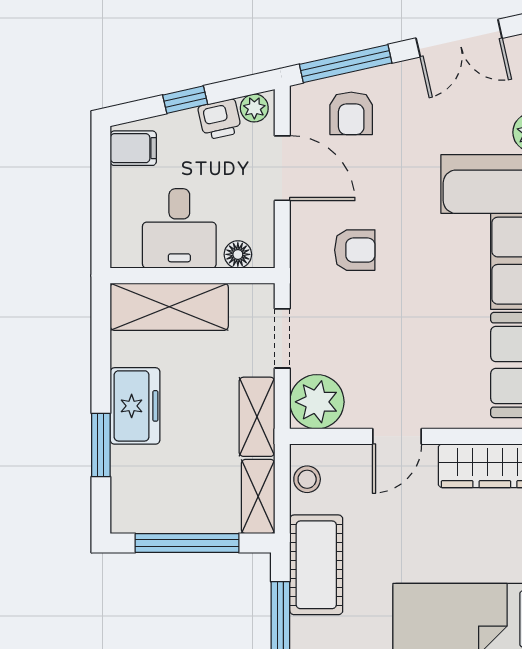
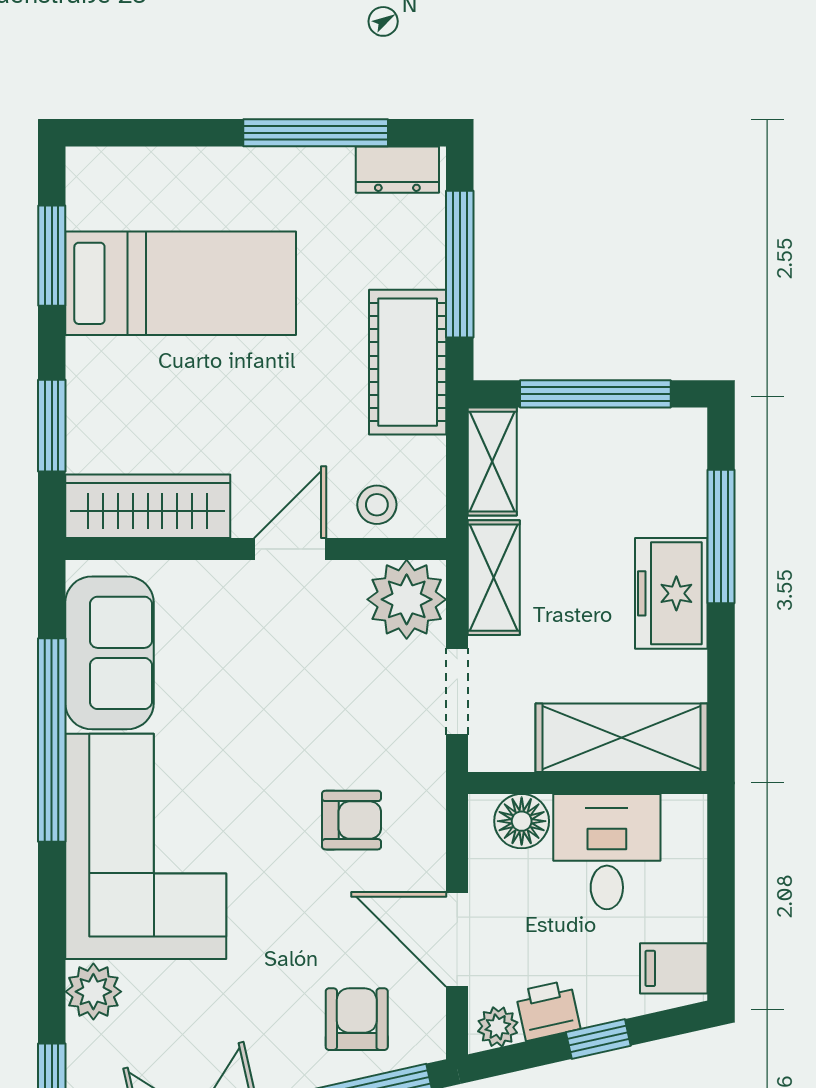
armchair: (355, 250) -> (352, 820), turned 180
floor lamp: (238, 254) -> (522, 821), width x1.37, depth x1.37
window: (101, 445) -> (721, 537), width x1.44
stool: (307, 479) -> (377, 505), moved

